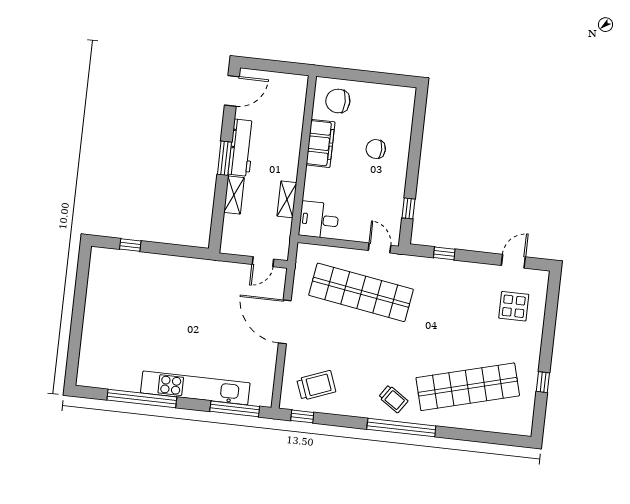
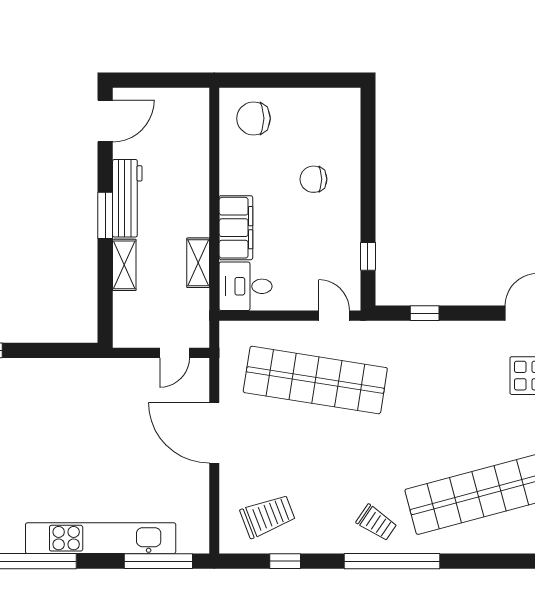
filing cabinet: (320, 143) -> (236, 228), moved
window: (302, 416) -> (285, 561), moved

